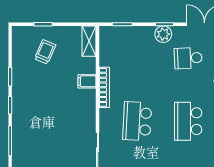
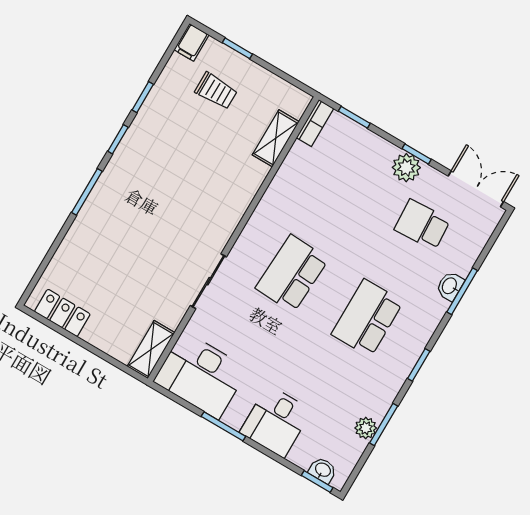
shelving: (89, 41) -> (276, 138), moved
trolley: (45, 52) -> (216, 91), turned 67
filing cabinet: (87, 81) -> (192, 42), moved, turned -90
bookcase: (104, 87) -> (315, 123), moved, width x0.64

